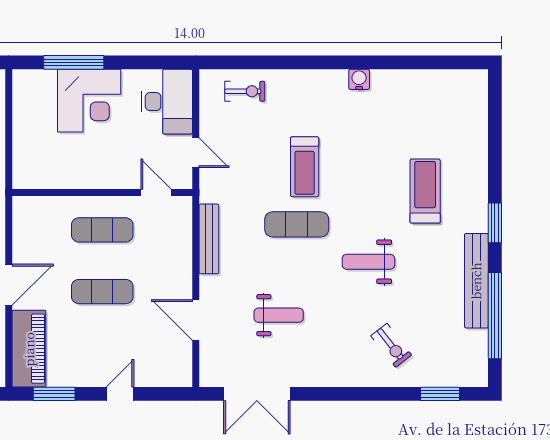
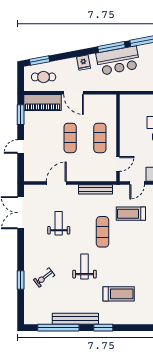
treadmill: (305, 167) -> (131, 214), moved
weight bench: (279, 315) -> (59, 223), turned 180
door: (120, 394) -> (21, 147), swing flipped
window: (440, 394) -> (21, 280), moved

